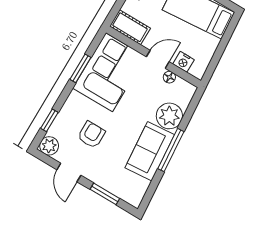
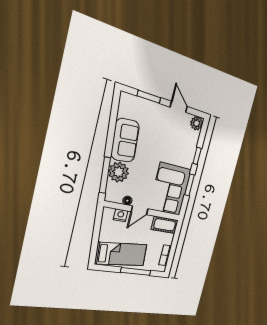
window: (49, 120) -> (197, 156), moved
armchair: (91, 135) -> (170, 140), removed
window: (171, 150) -> (105, 175), moved

